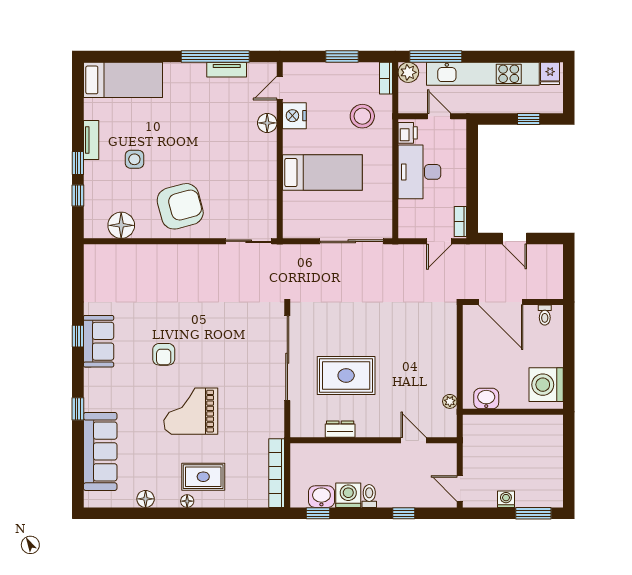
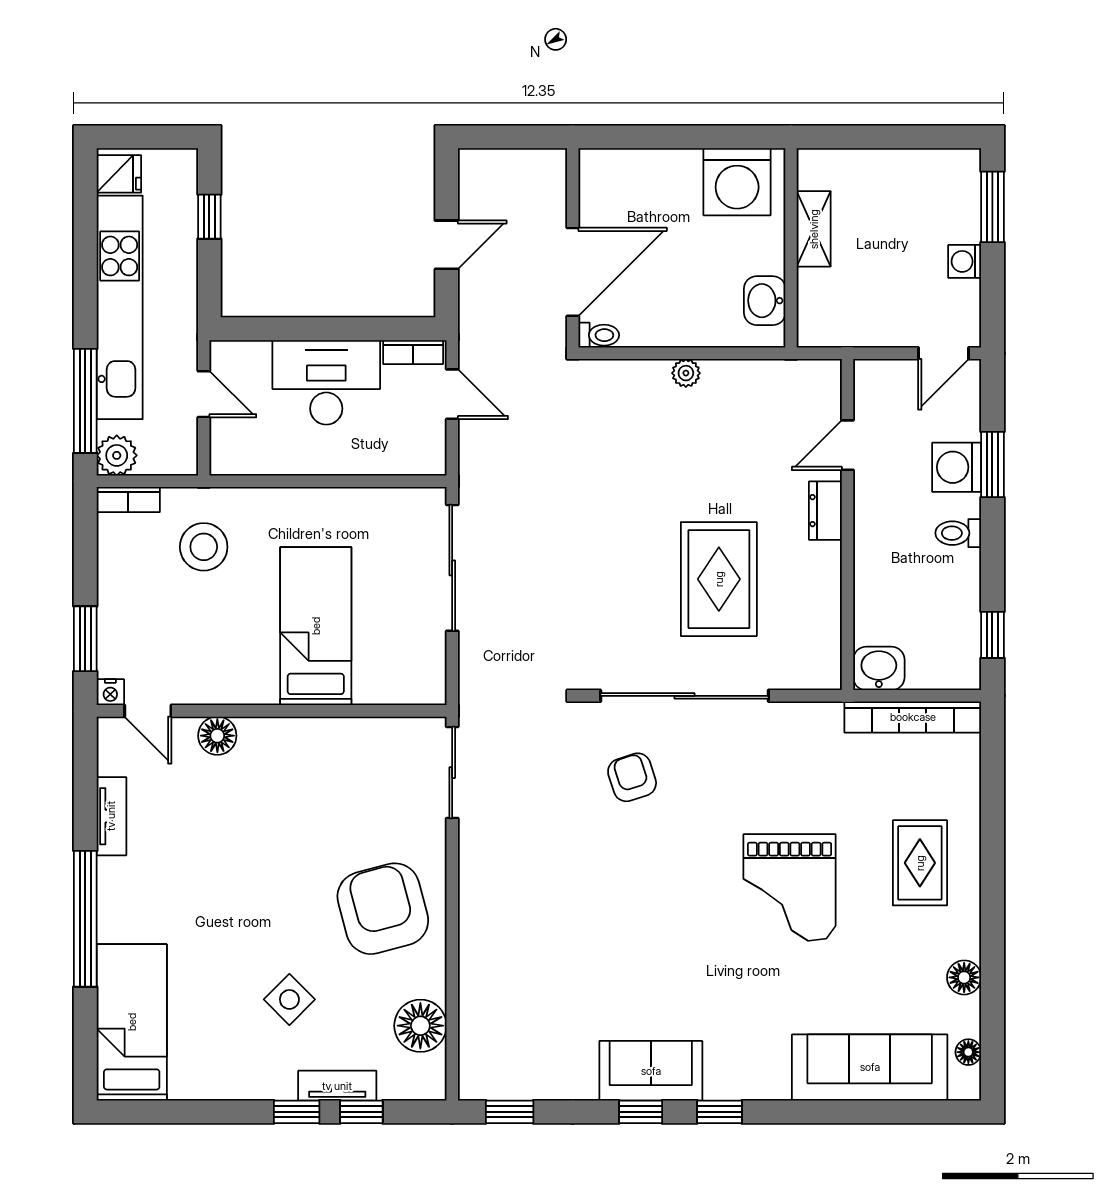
window: (215, 57) -> (85, 919), moved
window: (342, 57) -> (85, 639), moved
nightstand: (294, 116) -> (110, 692), moved, width x0.53, depth x0.56
door: (439, 116) -> (204, 394), swing flipped
printer: (408, 133) -> (237, 457), removed
tv unit: (91, 140) -> (337, 1086), moved
side table: (134, 159) -> (289, 999), turned 45
desk: (419, 172) -> (326, 382), moved, turned 180
window: (78, 270) -> (510, 1112), added
toilet: (545, 315) -> (599, 335), moved
armchair: (164, 354) -> (632, 777), moved, turned -108
plant: (450, 401) -> (686, 373), moved
window: (78, 409) -> (719, 1112), moved
shelving: (522, 423) -> (814, 229), added
dresser: (340, 429) -> (825, 511), moved
washing machine: (348, 495) -> (957, 467), moved
washbasin: (321, 497) -> (879, 668), moved, turned 90
floor lamp: (187, 501) -> (968, 1052), moved
window: (404, 513) -> (992, 464), width x1.50

